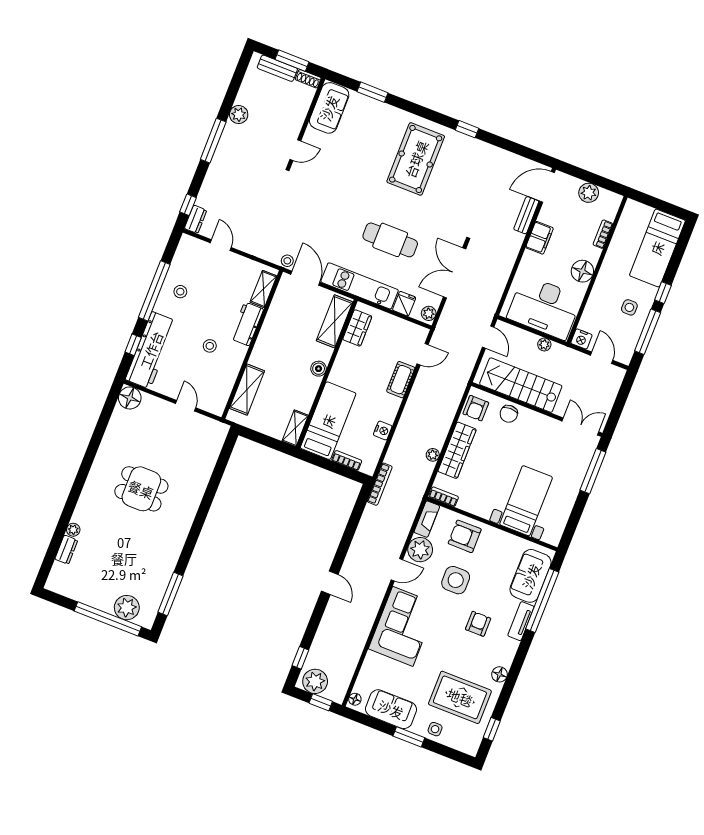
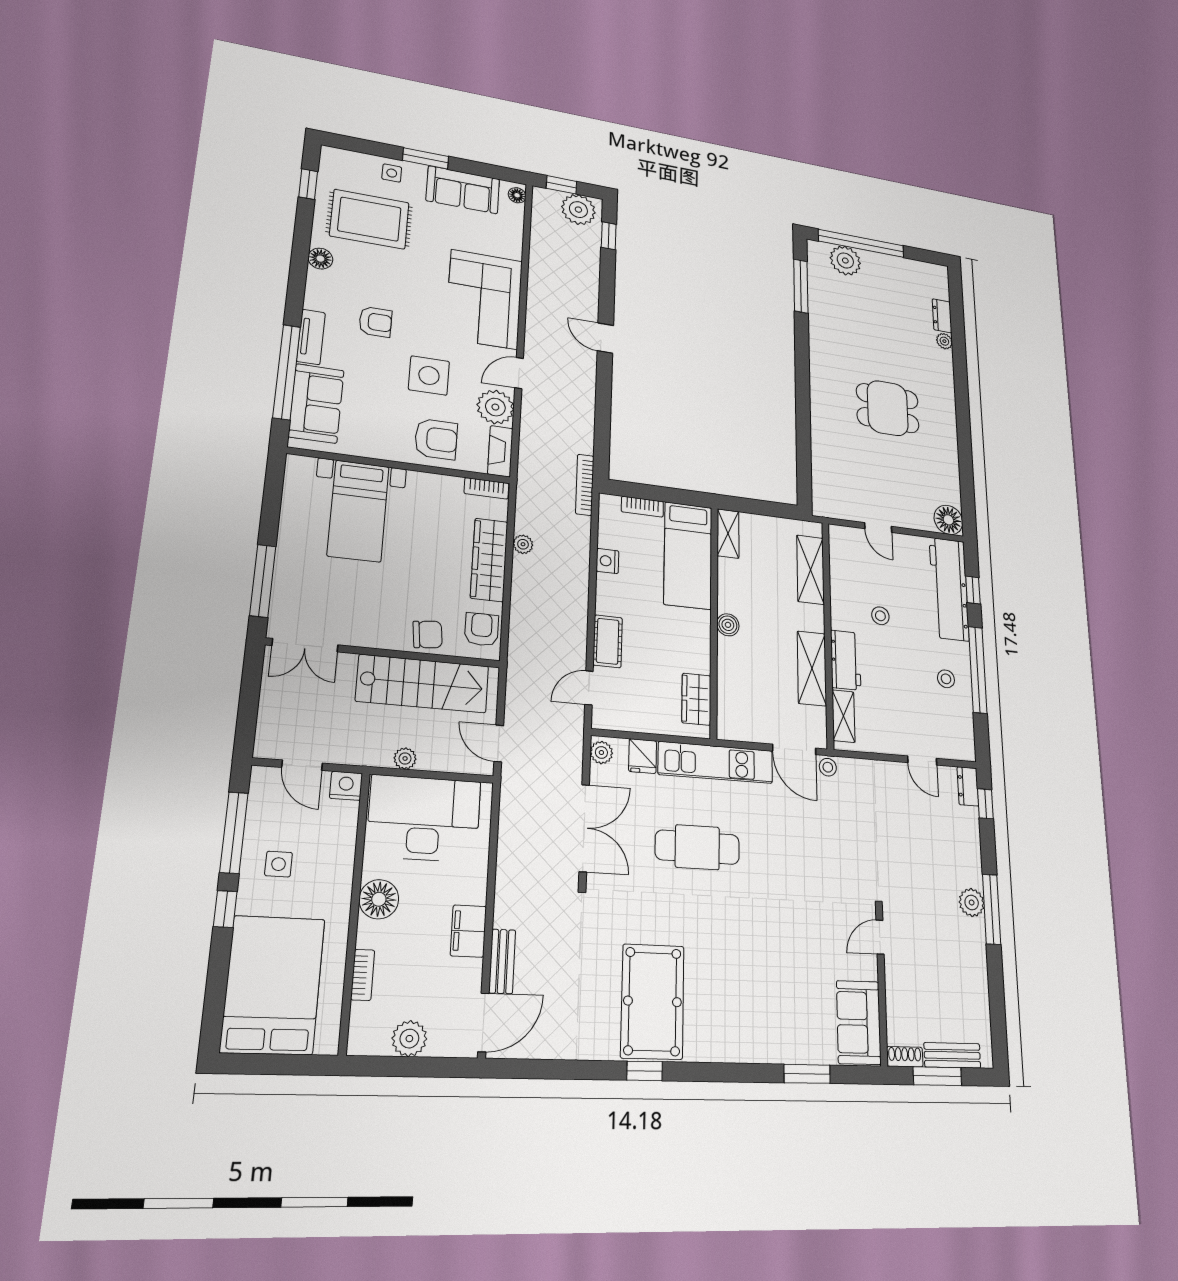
plant: (239, 115) -> (972, 902), moved
pool table: (416, 159) -> (653, 1001), moved
bed: (657, 248) -> (273, 985), width x1.50
shelving: (335, 321) -> (812, 668), moved
chair: (509, 414) -> (428, 634), turned 84
armchair: (478, 624) -> (375, 322), turned -90

